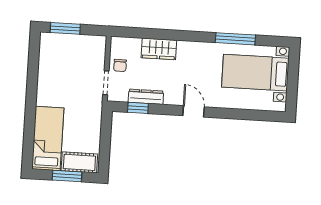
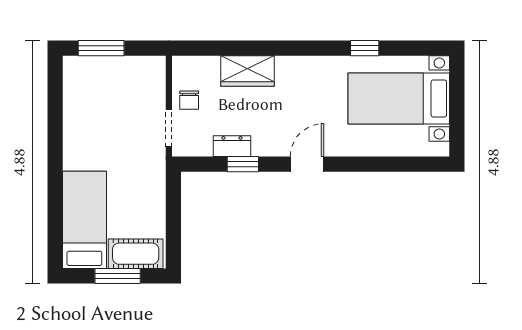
window: (235, 39) -> (365, 48), width x0.46
dresser: (146, 97) -> (232, 146), width x0.70
window: (138, 108) -> (243, 164), moved
door: (194, 111) -> (307, 164), hinge flipped

